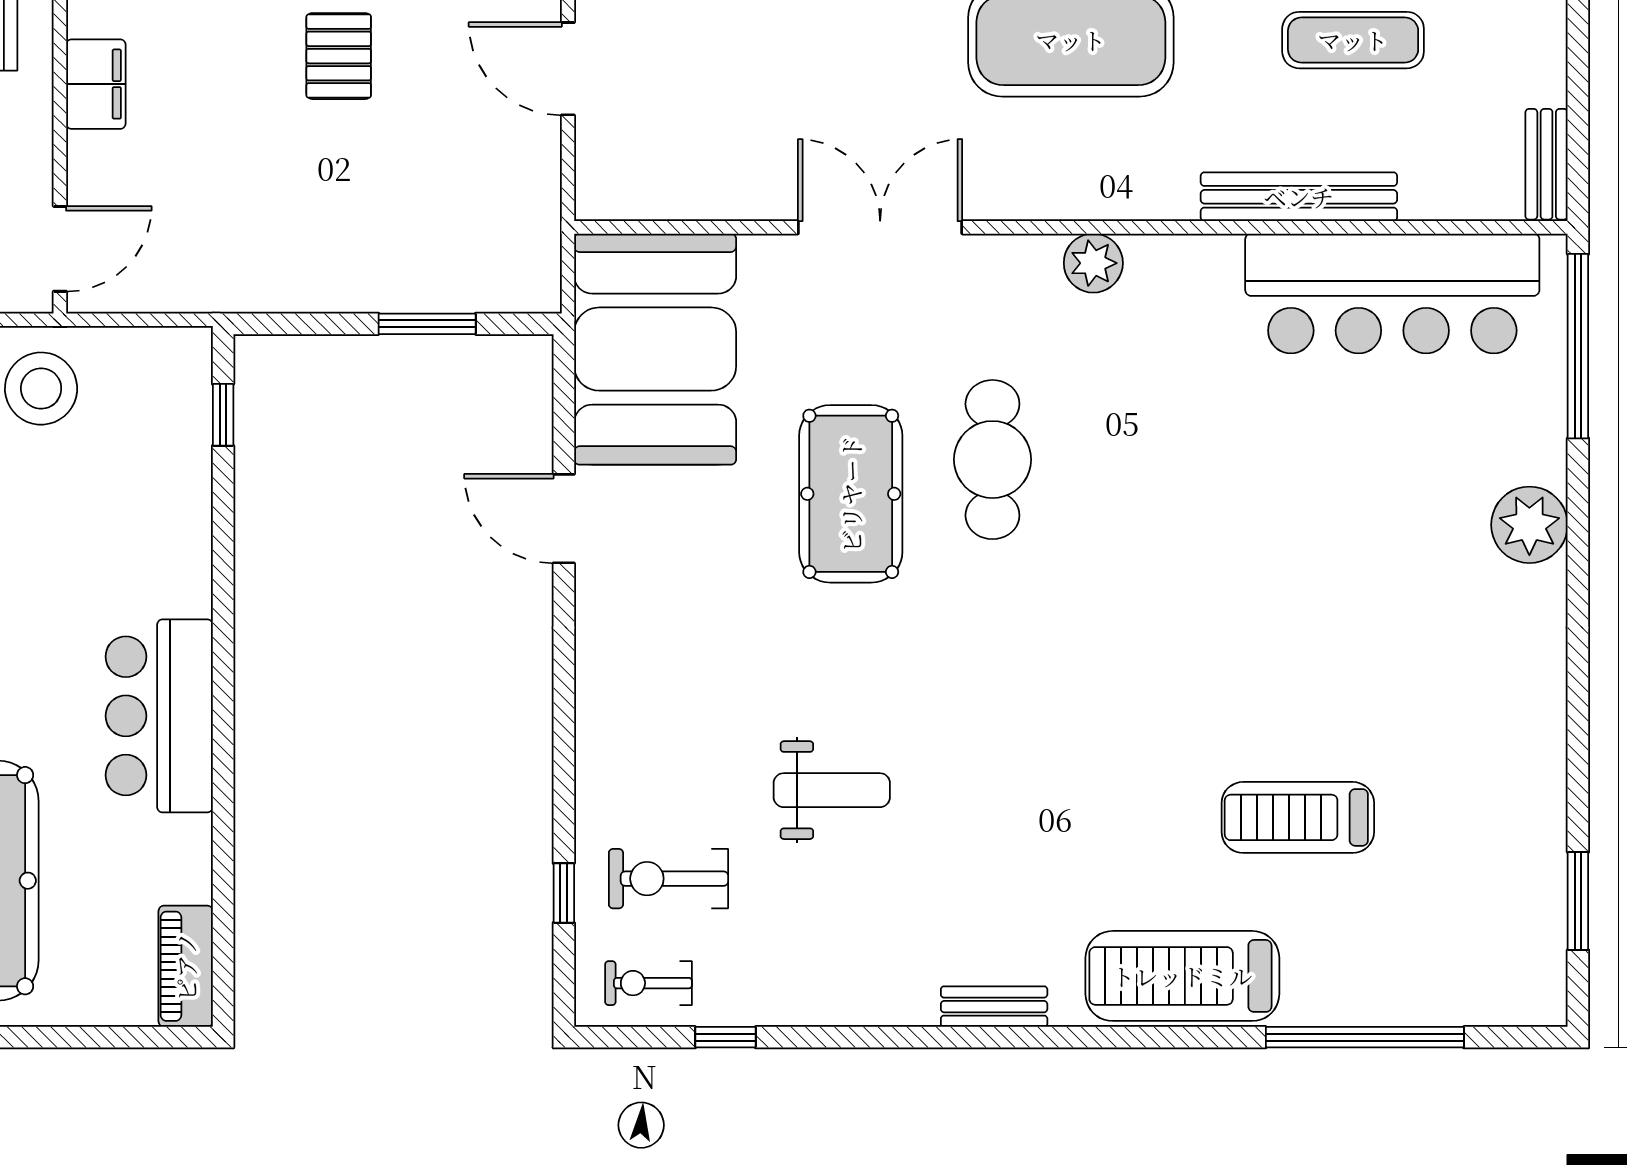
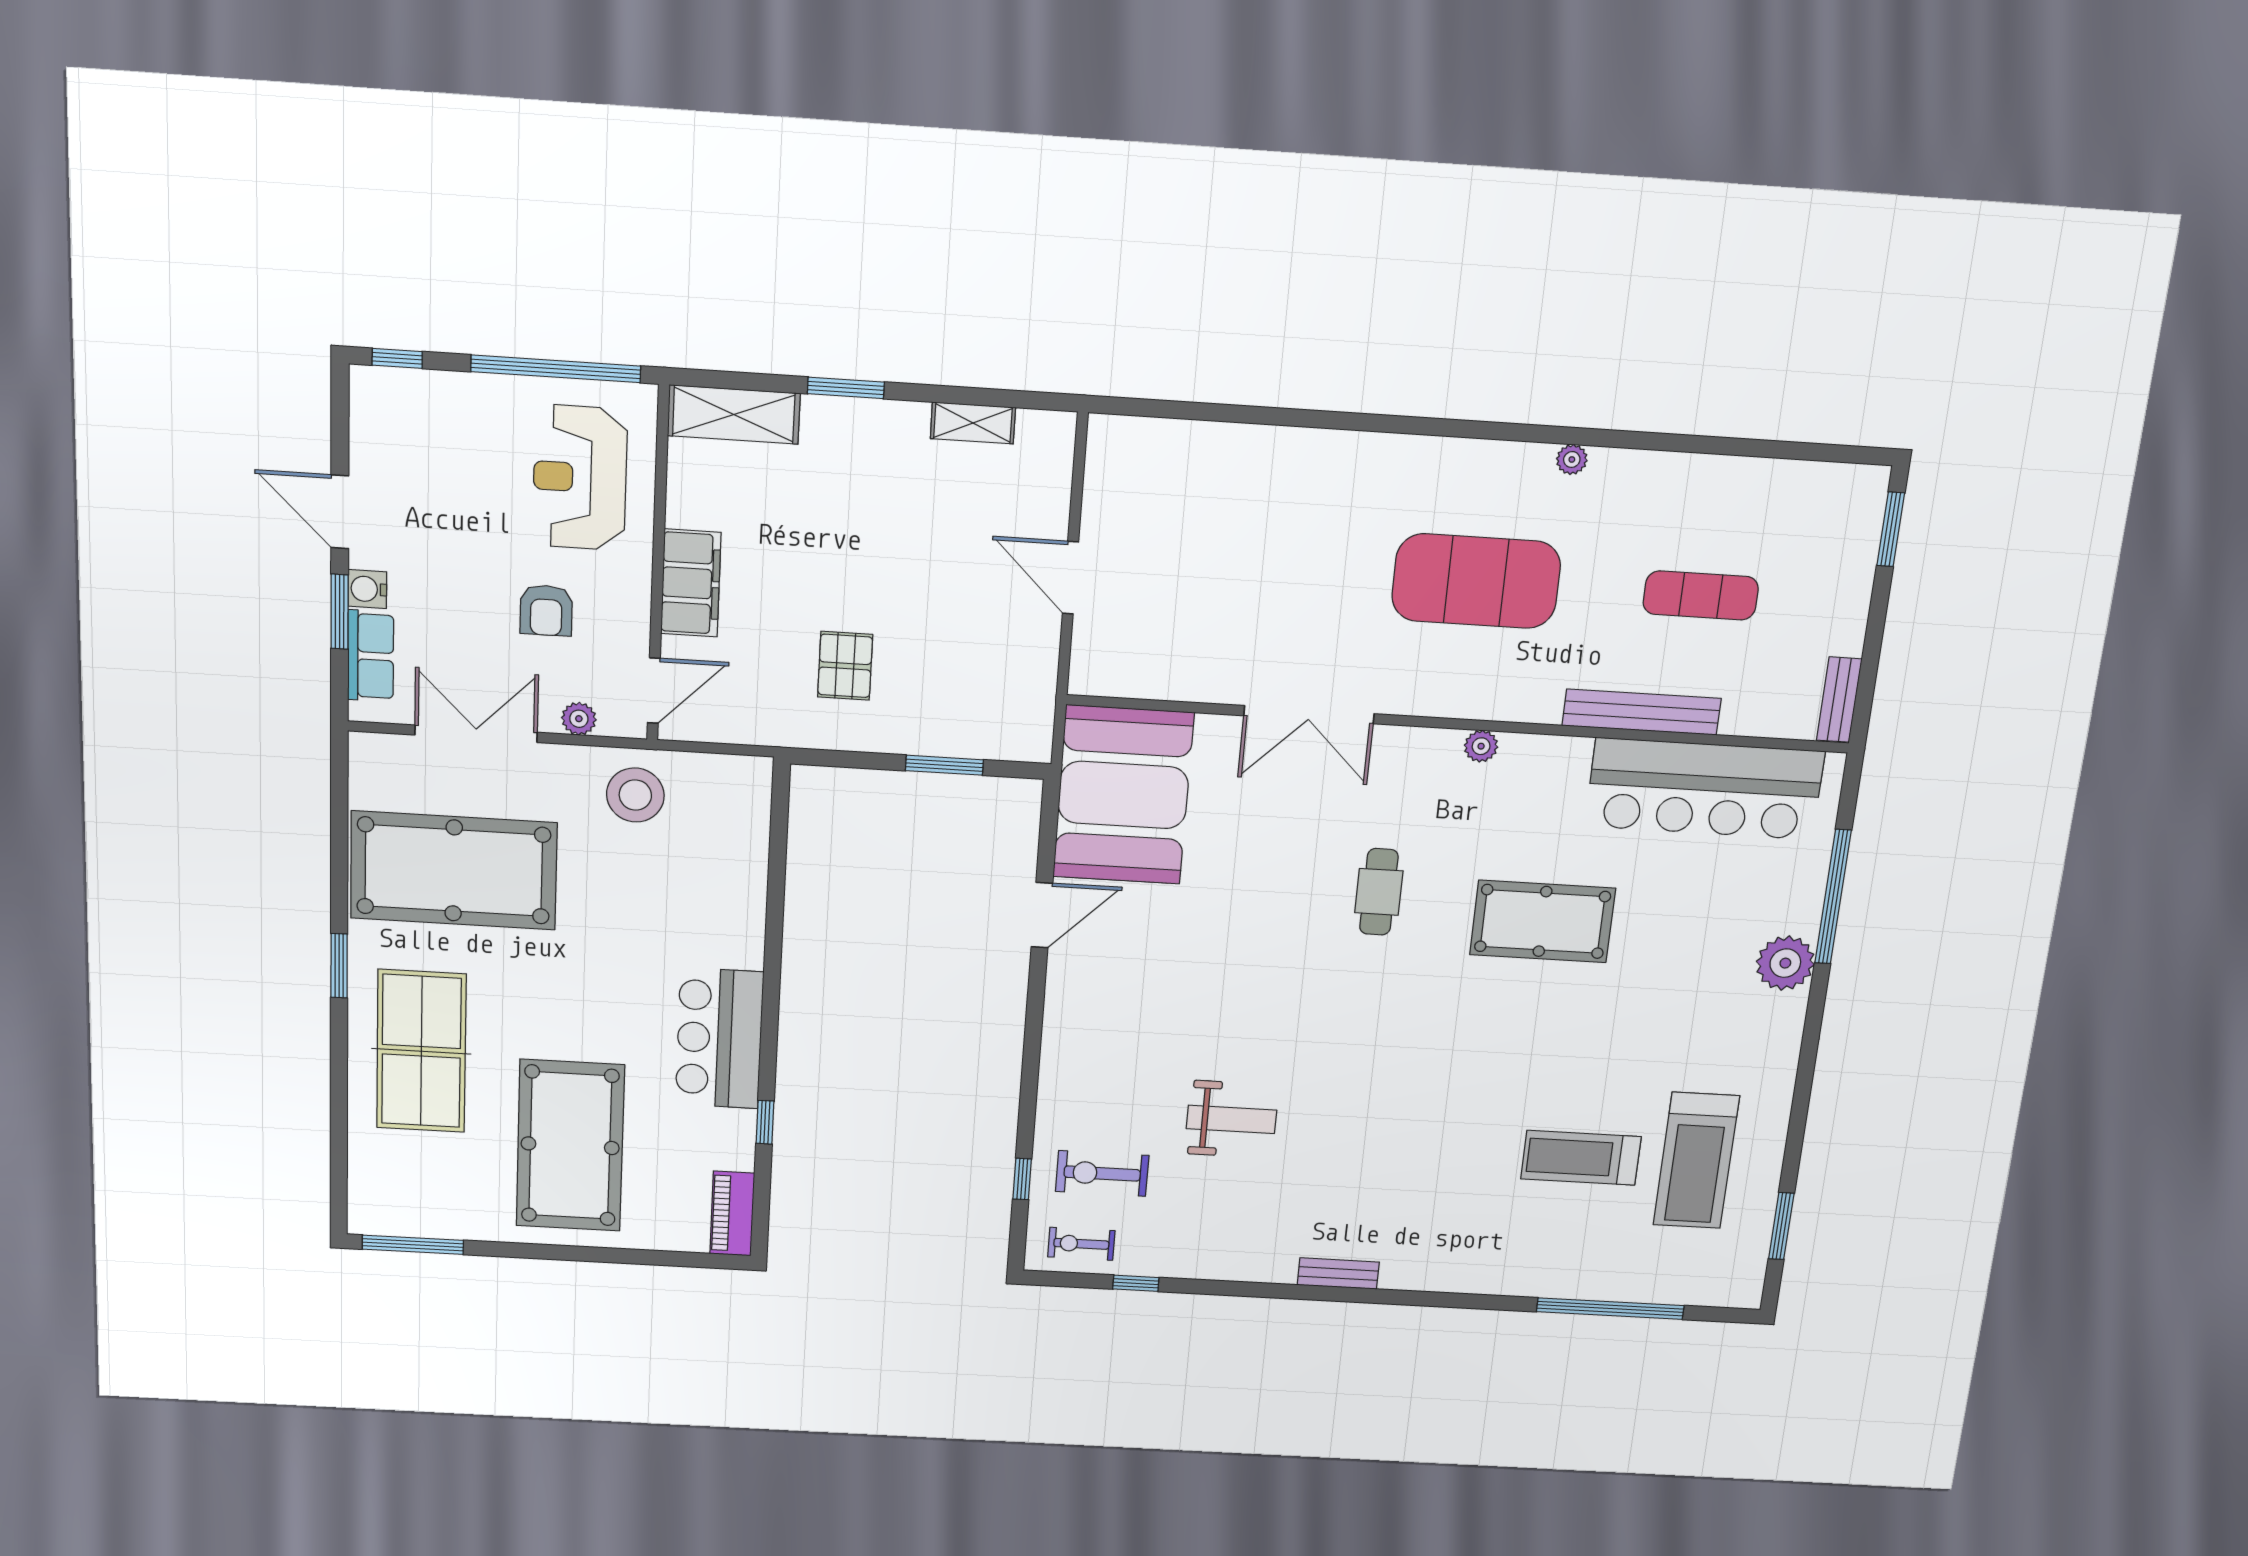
pallet: (339, 56) -> (845, 666), moved
filing cabinet: (96, 84) -> (691, 583), width x1.50, depth x1.17
double door: (880, 227) -> (1309, 715), swing flipped
plant: (1093, 263) -> (1481, 746), width x0.73, depth x0.73
window: (1578, 346) -> (1833, 897), moved
window: (223, 415) -> (765, 1122), moved
cafe table: (992, 460) -> (1379, 892), width x0.73, depth x0.74
pool table: (851, 494) -> (1543, 921), moved, turned 90
door: (564, 519) -> (1042, 915), swing flipped
treadmill: (1182, 976) -> (1696, 1161), moved, turned -90

